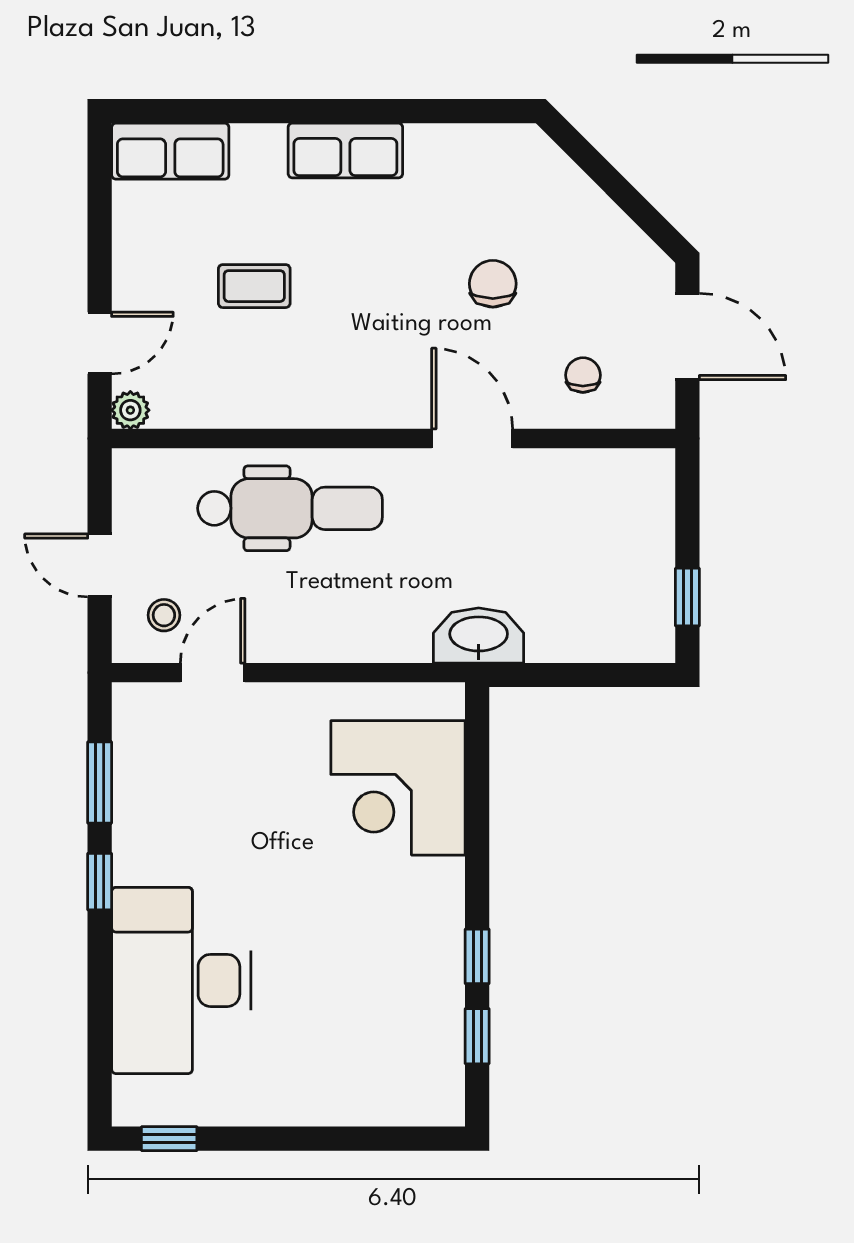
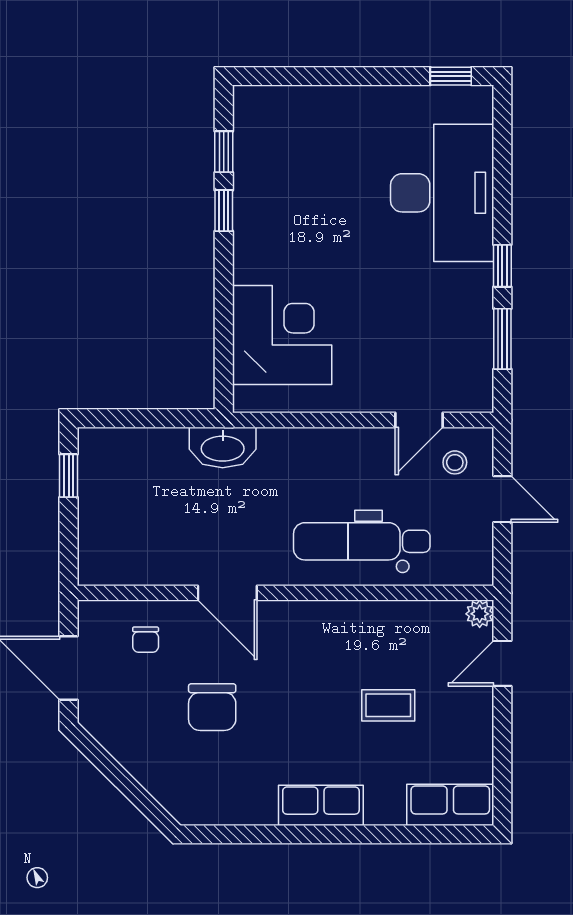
chair: (493, 284) -> (212, 707), width x1.37, depth x1.37

